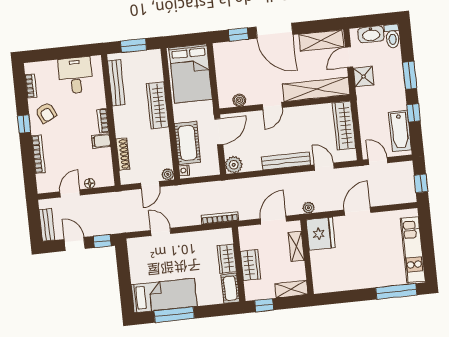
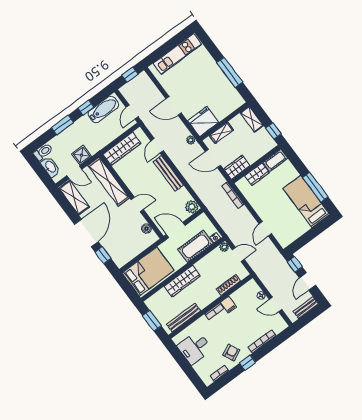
wardrobe: (250, 265) -> (237, 167), moved
window: (396, 291) -> (230, 72), moved

